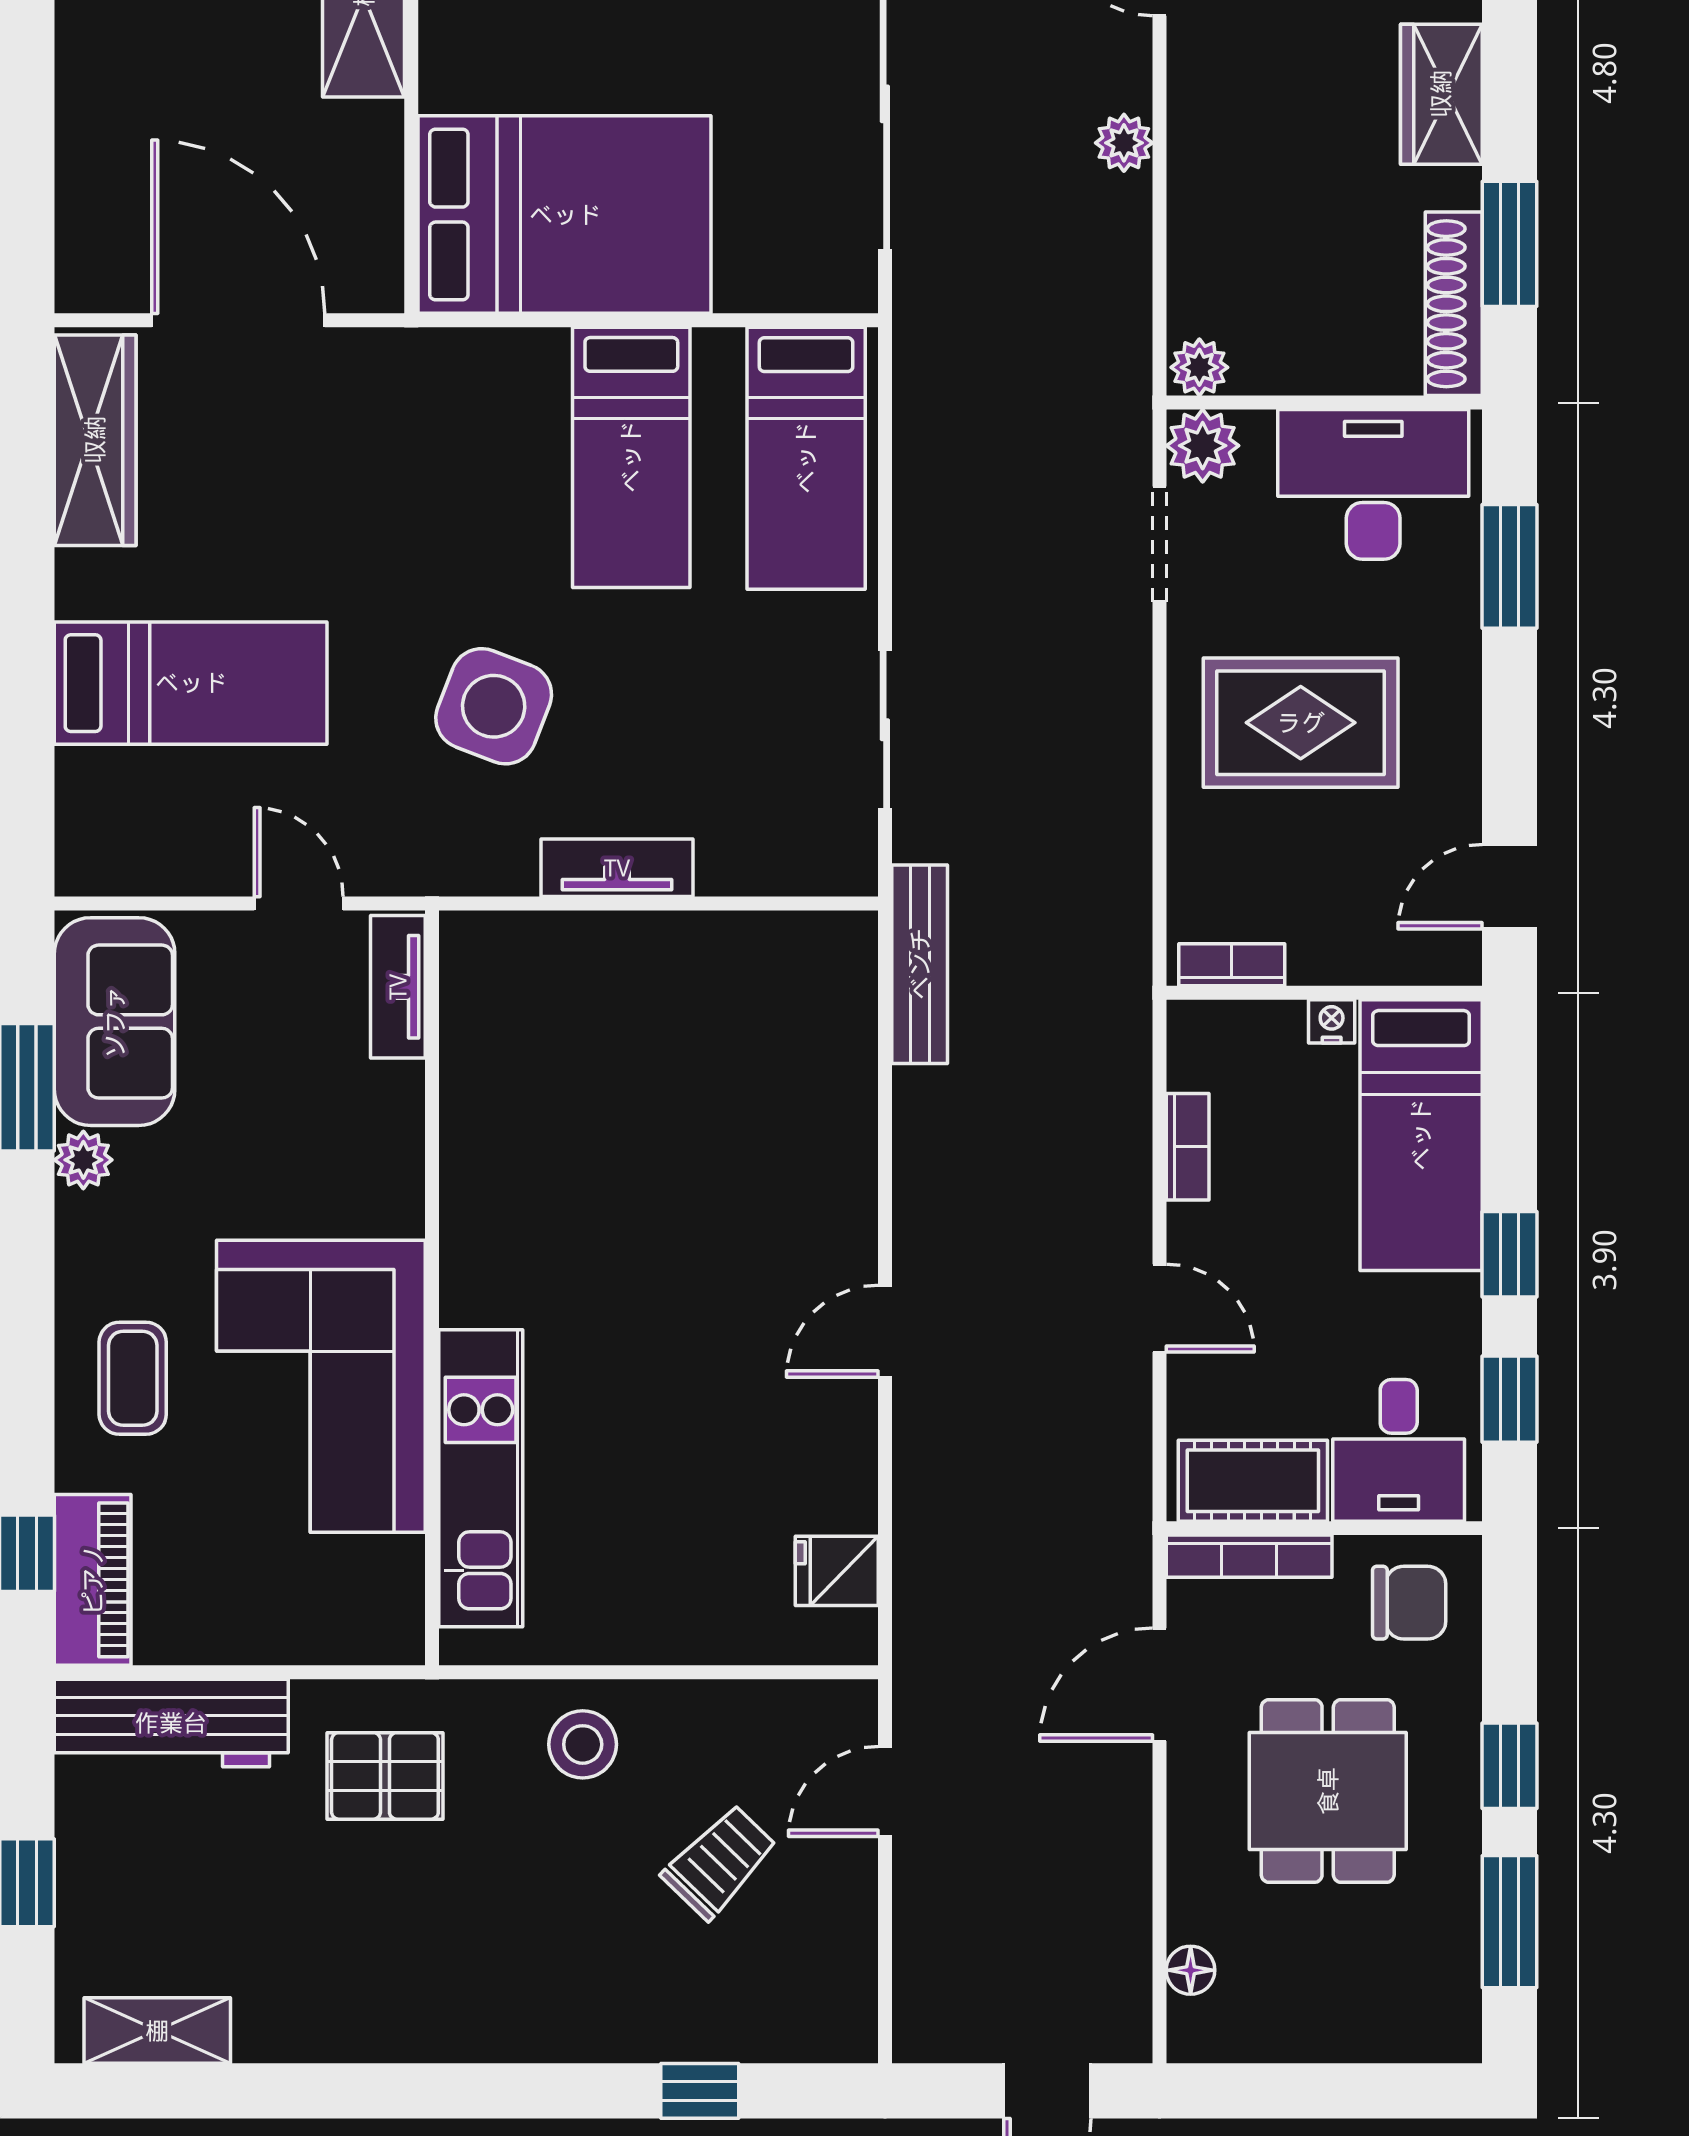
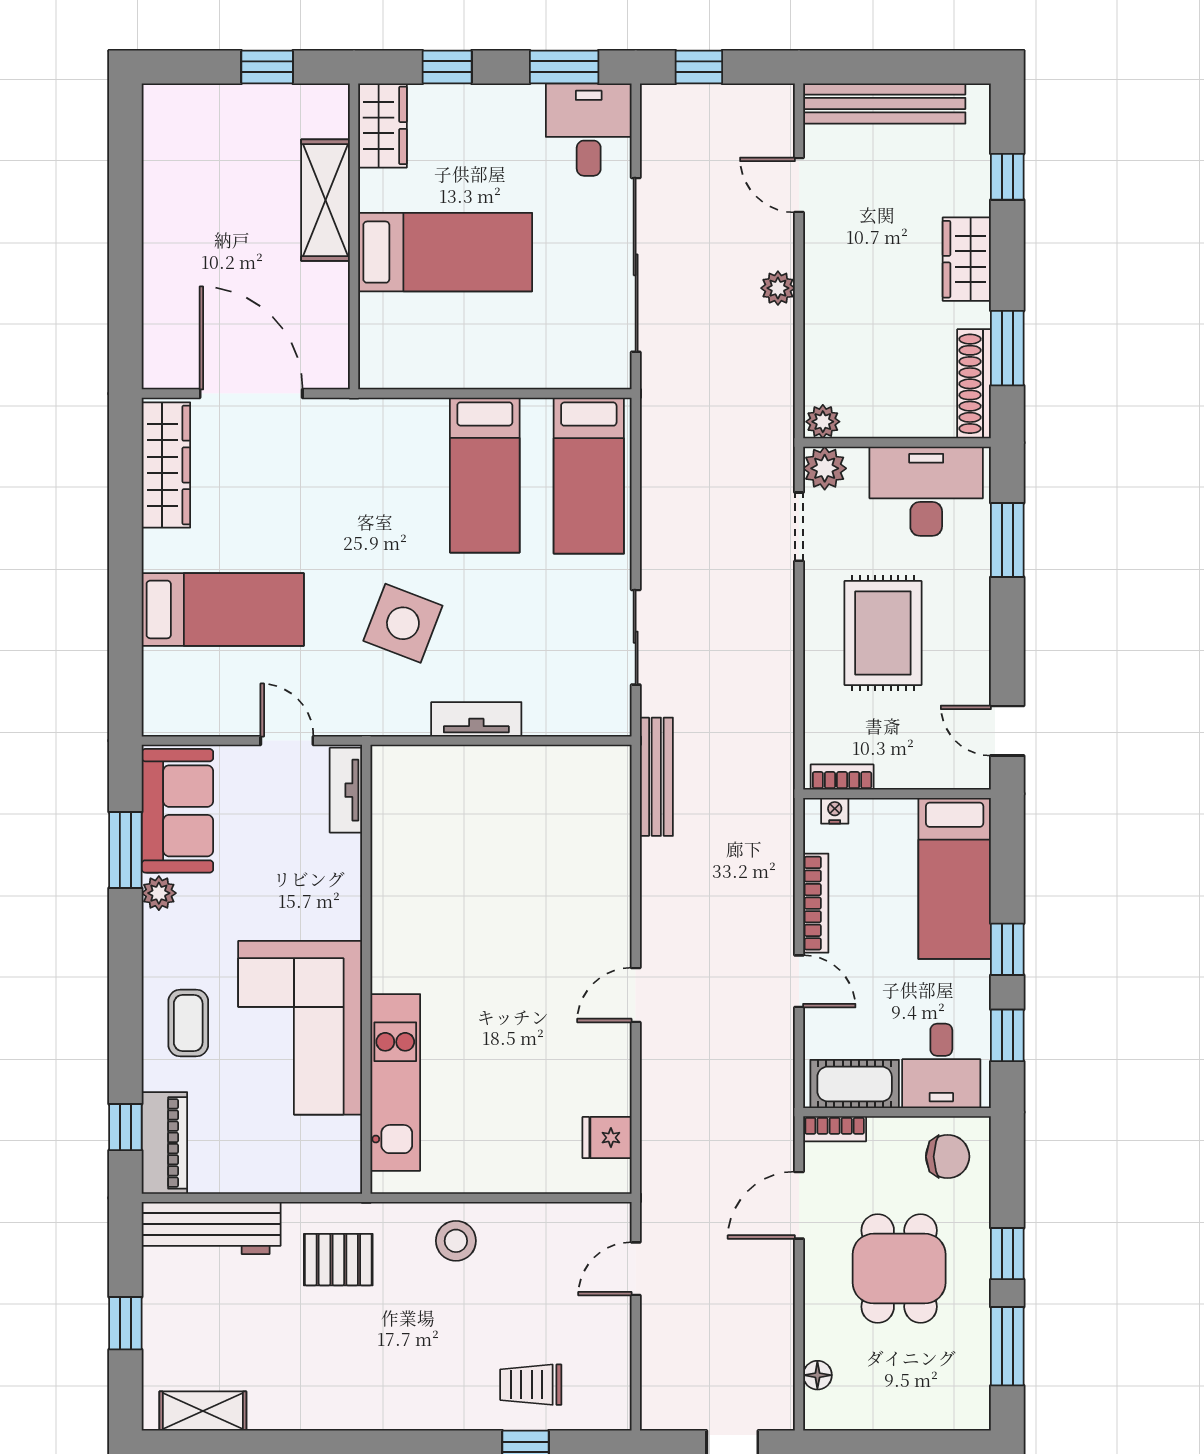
bed: (565, 215) -> (445, 252), moved, width x0.67
rug: (1301, 723) -> (883, 633), turned 90
door: (1509, 887) -> (1007, 731), hinge flipped
nightstand: (1332, 1021) -> (835, 811), moved
bookcase: (1188, 1147) -> (816, 903), width x1.56
bookcase: (1249, 1556) -> (835, 1129), width x0.64
trolley: (720, 1862) -> (531, 1385), moved, turned -134

